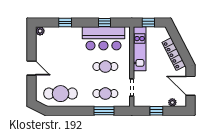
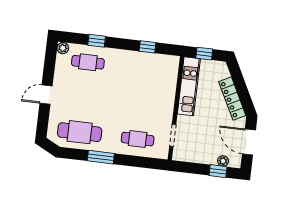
bar counter: (103, 38) -> (144, 67), removed
cafe table: (105, 67) -> (88, 62), moved
door: (32, 68) -> (46, 95), swing flipped
window: (104, 111) -> (101, 157), moved
window: (156, 111) -> (218, 171), moved

